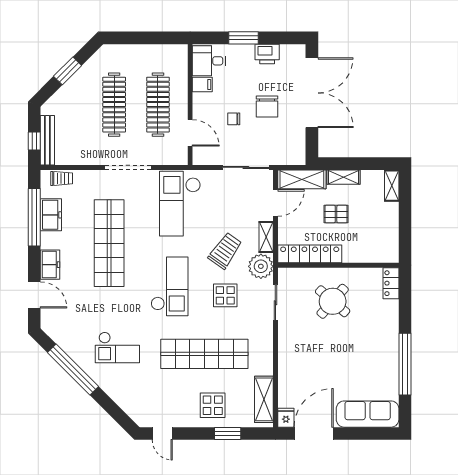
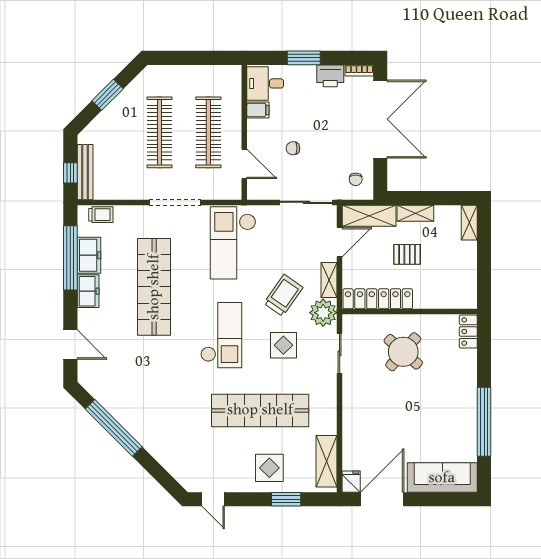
bookcase: (293, 49) -> (359, 70), added
chair: (267, 106) -> (356, 179), moved, width x0.54, depth x0.54
freezer: (50, 265) -> (88, 291), moved
checkout: (117, 347) -> (163, 403), removed

